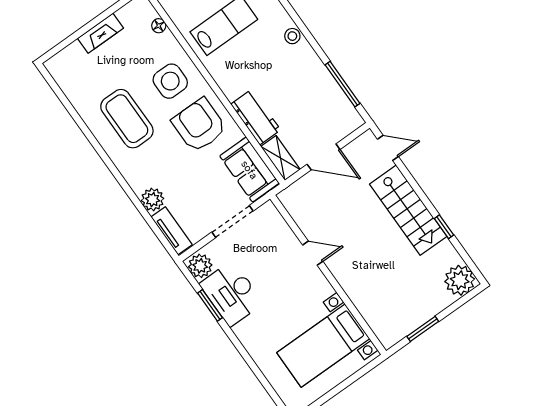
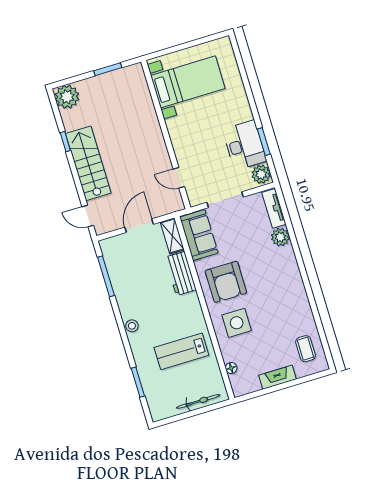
coffee table: (127, 119) -> (306, 349), moved, width x0.54, depth x0.58
door: (324, 157) -> (139, 226), hinge flipped
door: (313, 253) -> (179, 178), moved

